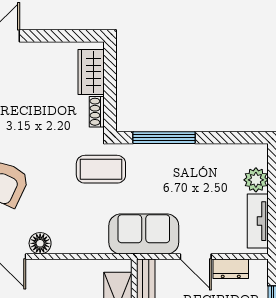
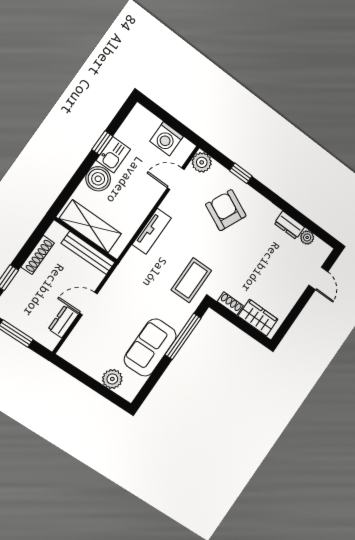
tv unit: (258, 221) -> (152, 231), moved, turned 90
sofa: (144, 234) -> (150, 347), moved, turned 180
floor lamp: (40, 243) -> (171, 205), removed

